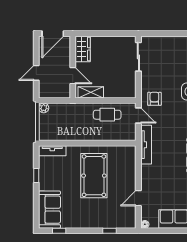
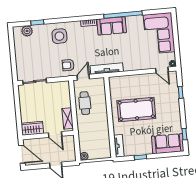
door: (73, 76) -> (55, 135), swing flipped
door: (138, 198) -> (162, 70), moved

